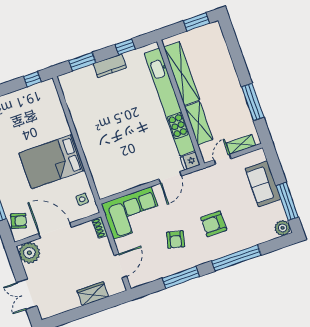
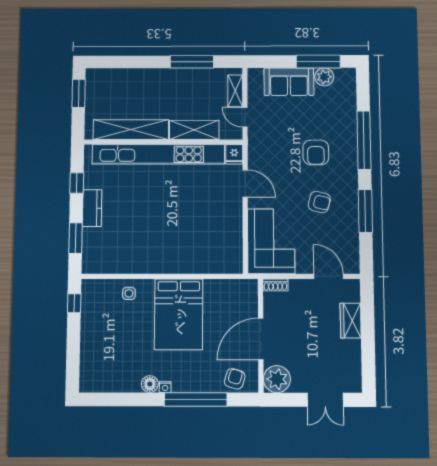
side table: (82, 199) -> (129, 293), moved
plant: (283, 228) -> (324, 77), moved

